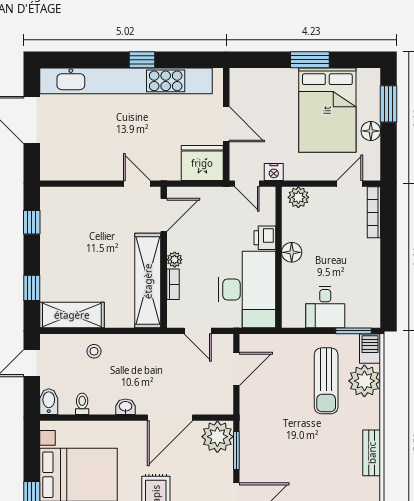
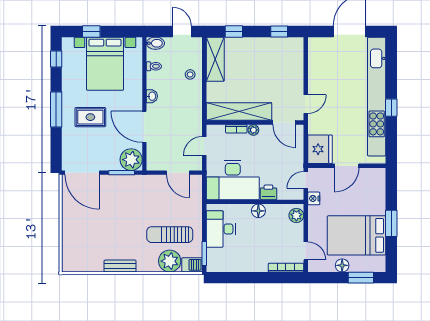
desk: (325, 307) -> (221, 229), width x1.37

